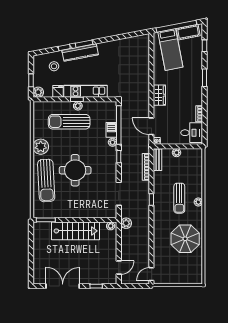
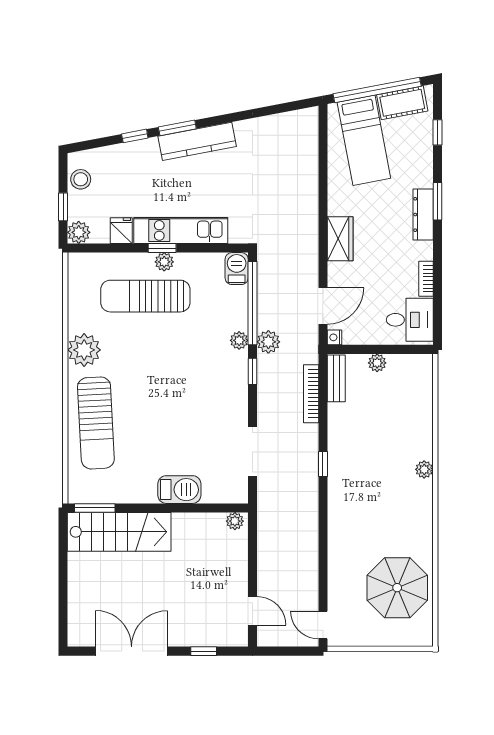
kitchen counter: (80, 52) -> (197, 141), moved
stool: (54, 66) -> (81, 179), moved
dresser: (198, 84) -> (423, 215), added
door: (151, 126) -> (323, 306), swing flipped
barbecue: (111, 130) -> (237, 269), moved
round table: (75, 170) -> (158, 401), removed
sun lounger: (179, 198) -> (383, 461), removed
barbecue: (85, 211) -> (179, 490), added
plant: (126, 223) -> (268, 342), moved
stairs: (75, 231) -> (119, 532), moved
parasol: (185, 239) -> (397, 588), moved
door: (119, 268) -> (252, 611), hinge flipped
door: (151, 274) -> (323, 625), hinge flipped

